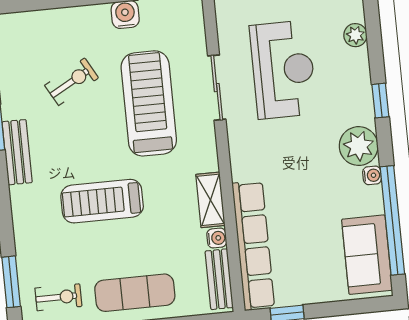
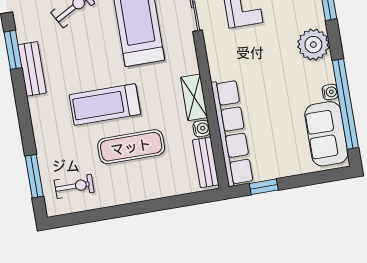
water cooler: (372, 175) -> (330, 92), moved
exercise mat: (135, 293) -> (131, 147), moved

